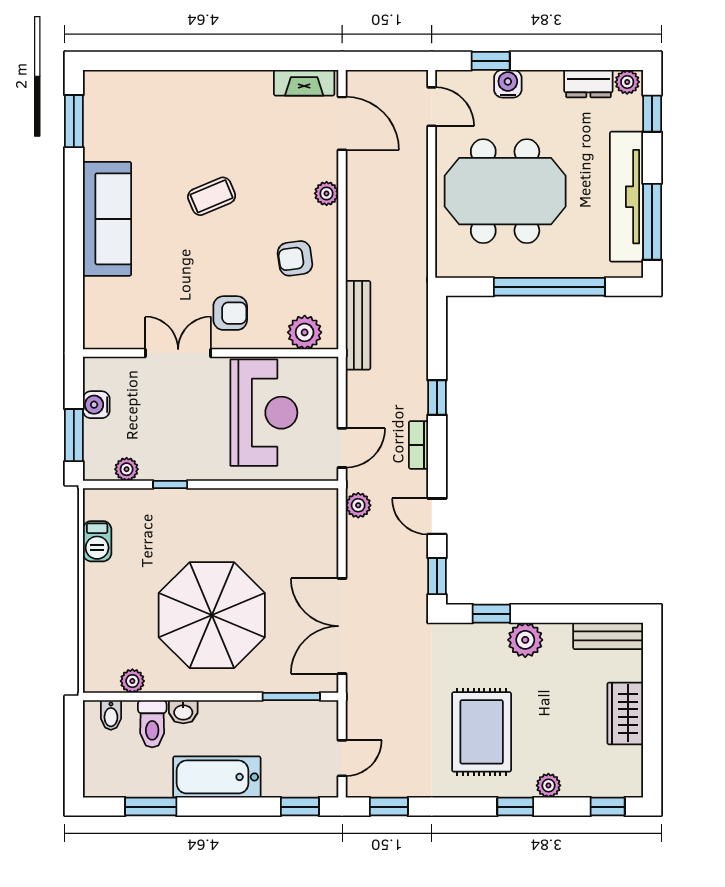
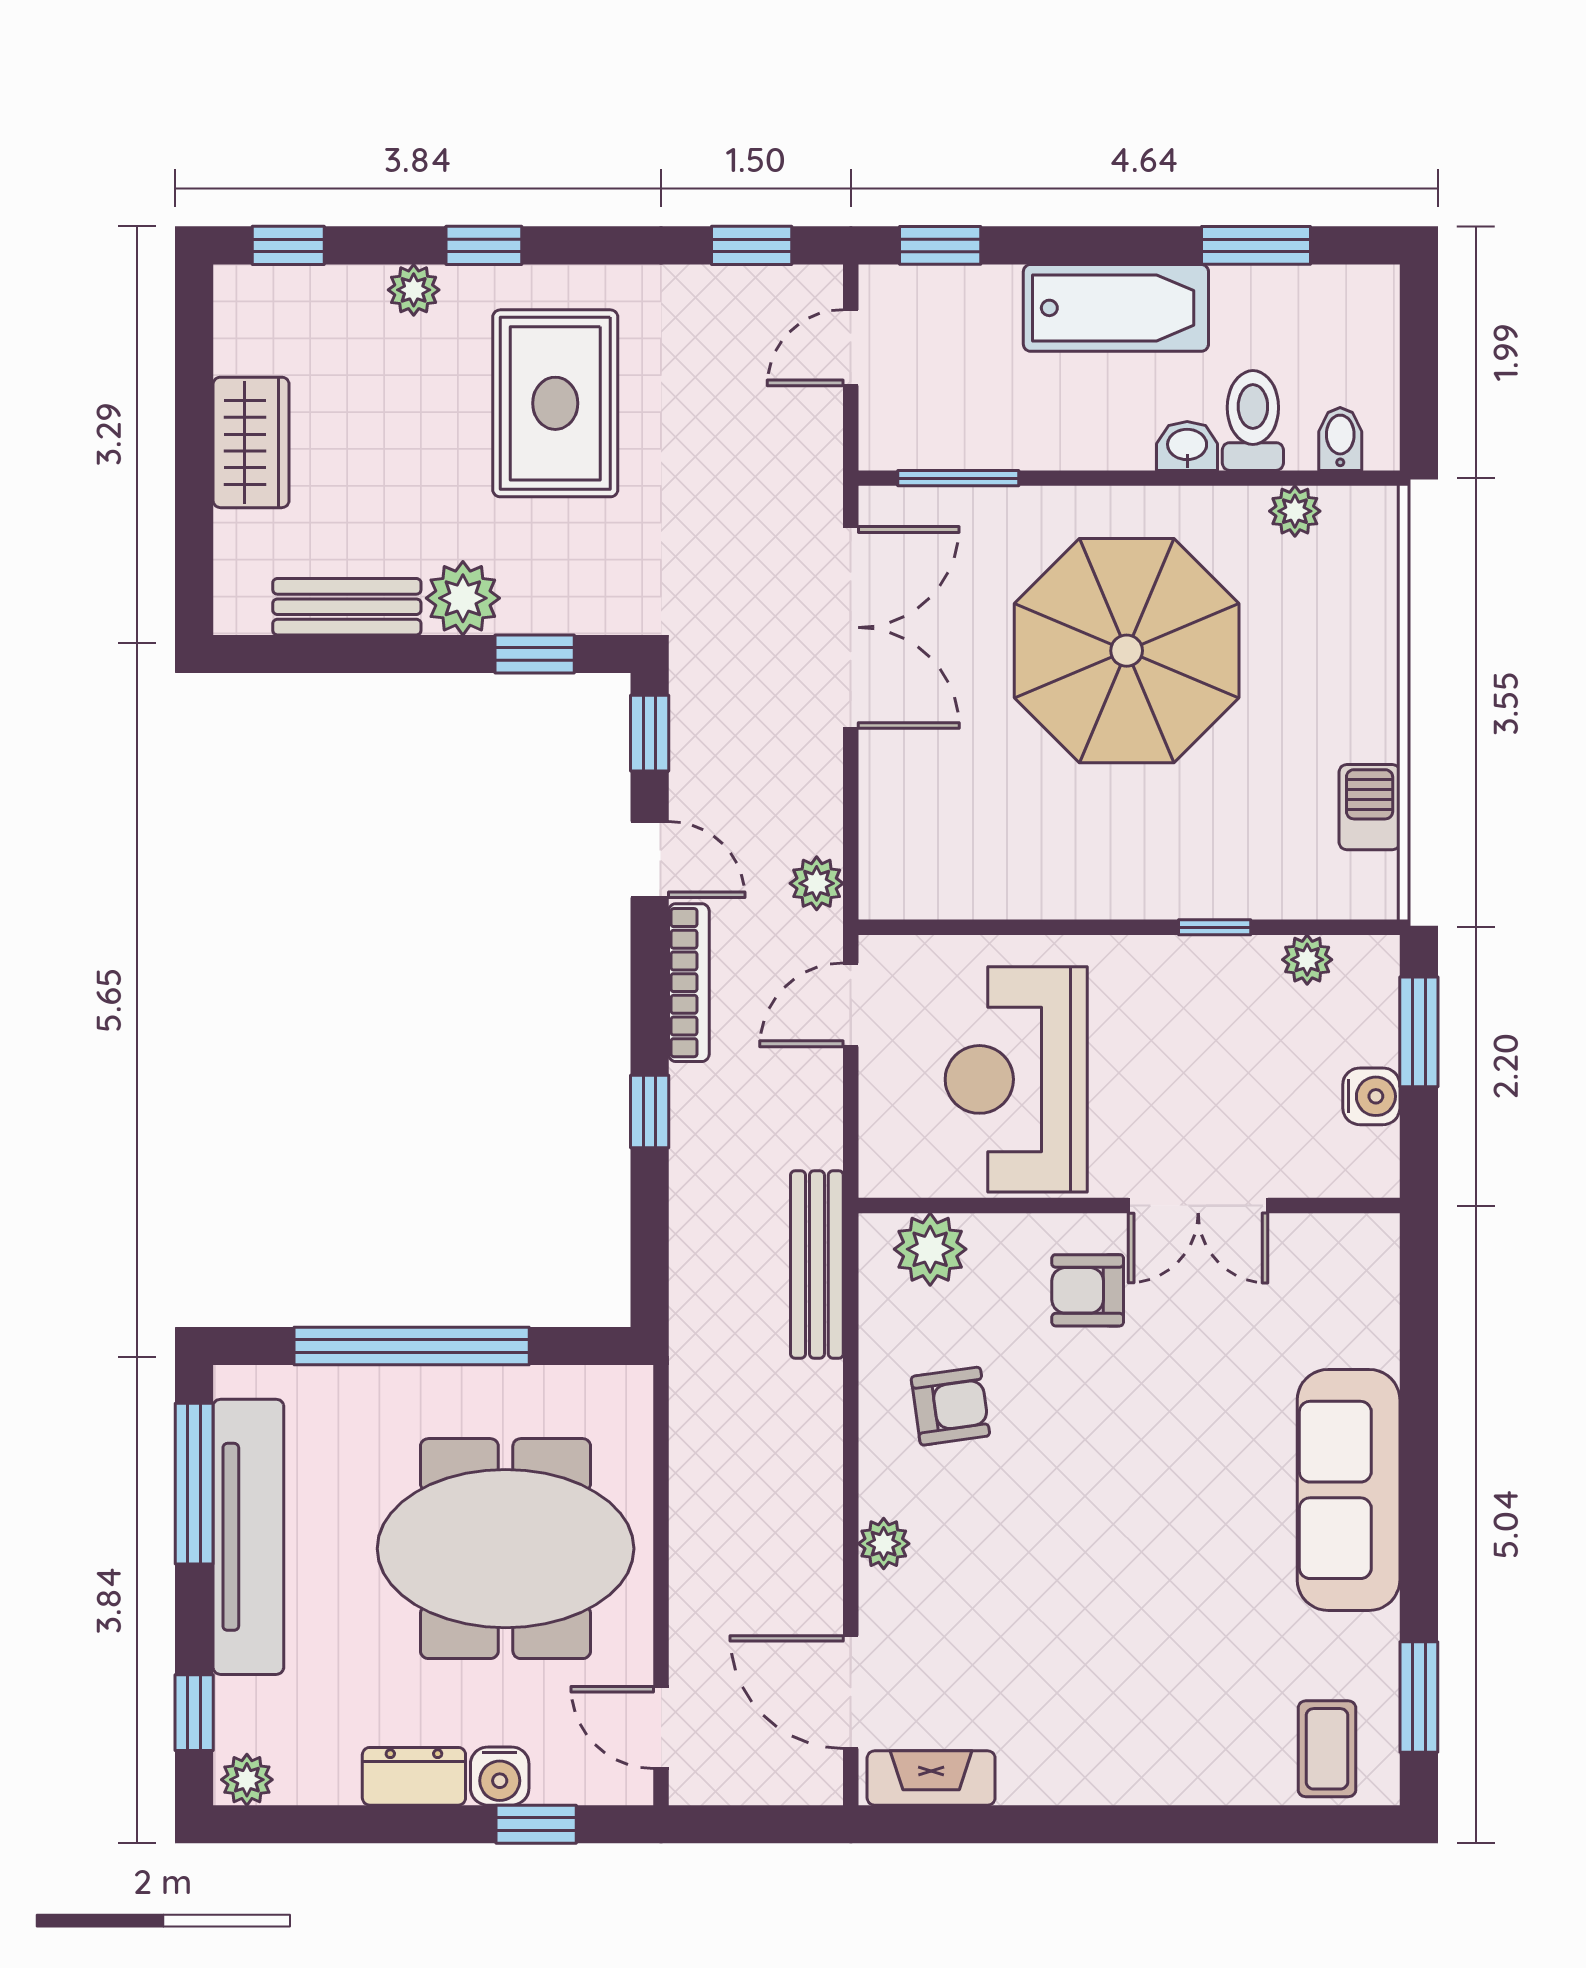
dresser: (588, 84) -> (414, 1776), moved
coffee table: (212, 196) -> (1327, 1749), moved, turned -67
bookcase: (419, 445) -> (689, 983), width x1.56
bench: (608, 636) -> (347, 607), moved

